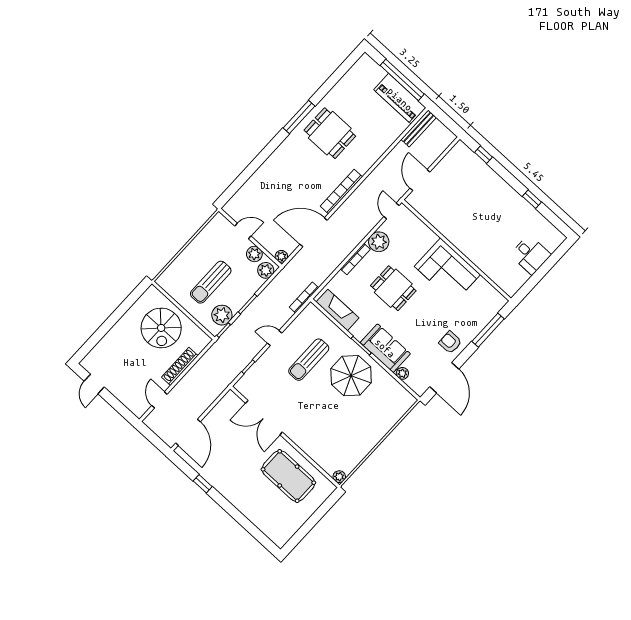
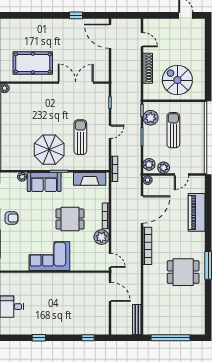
piano: (400, 99) -> (197, 212), moved, turned -90

